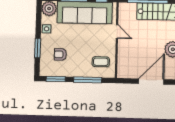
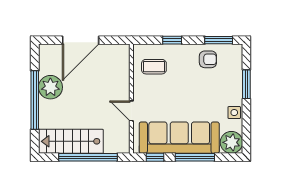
armchair: (60, 54) -> (208, 59), moved
window: (88, 80) -> (172, 40), width x0.46

